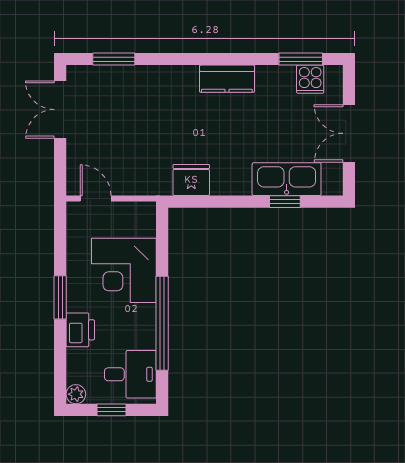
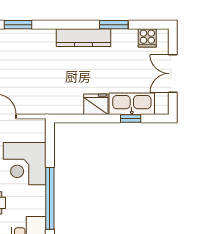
window: (301, 59) -> (114, 25), moved
kitchen counter: (227, 79) -> (84, 38), width x1.50
fridge: (191, 180) -> (96, 104), moved

